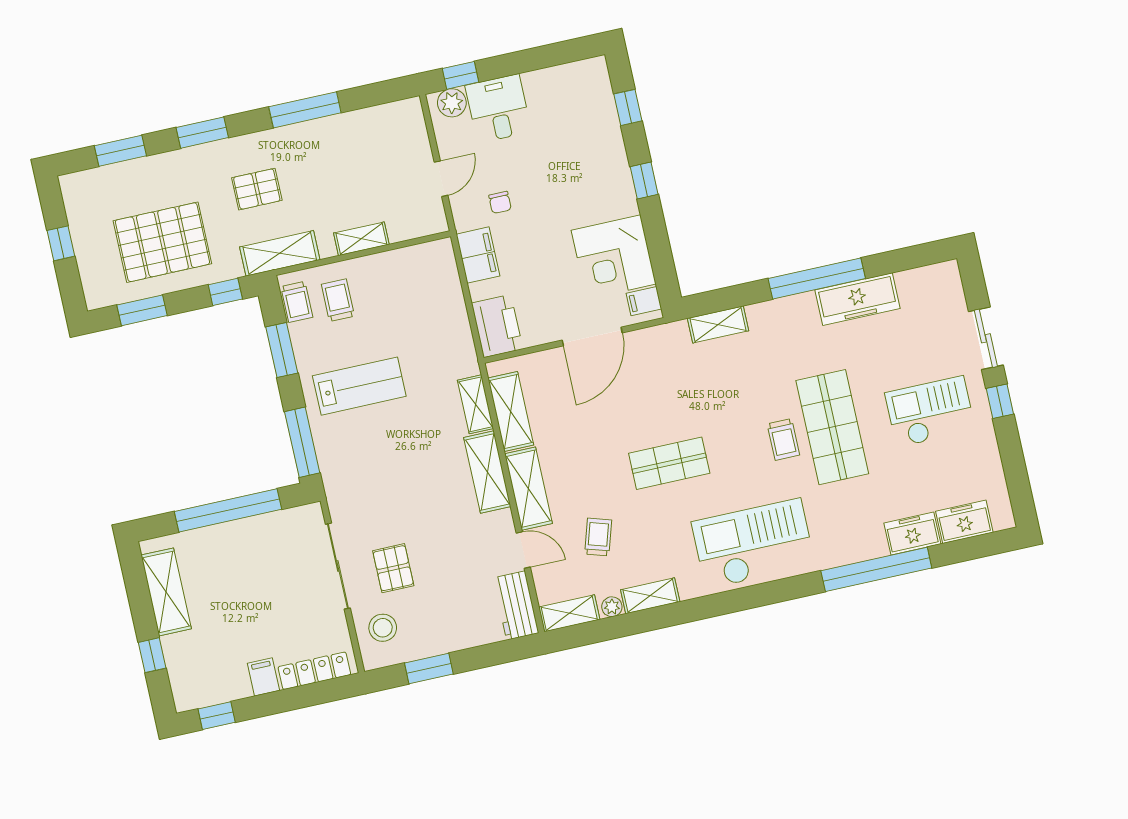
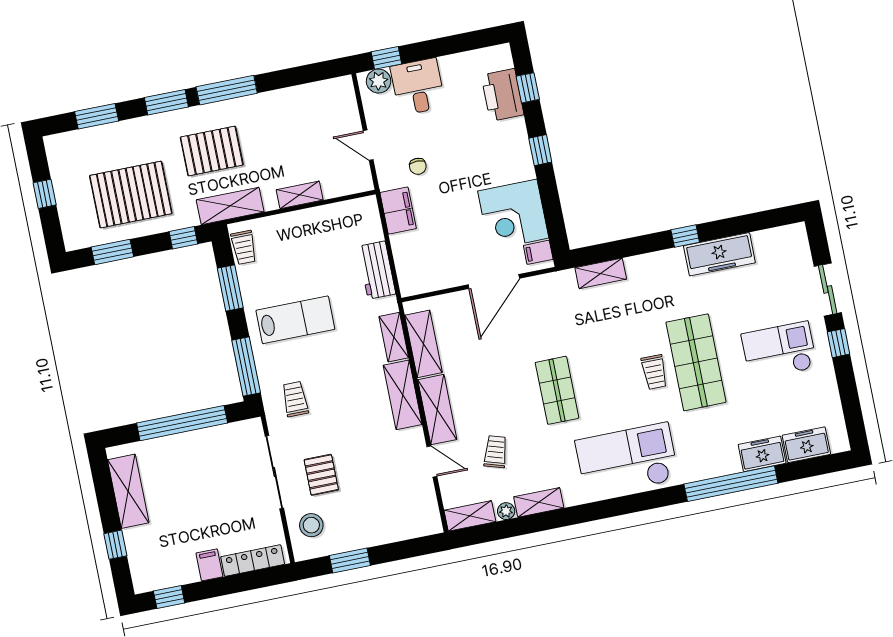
window: (305, 110) -> (227, 90), moved
door: (441, 179) -> (368, 145), swing flipped
pallet: (257, 189) -> (212, 151), width x1.50, depth x1.42
window: (817, 278) -> (685, 236), width x0.32
trolley: (338, 300) -> (295, 399), moved
printer: (497, 326) -> (502, 95), moved, turned 180
shop shelf: (669, 463) -> (557, 390), turned 90
workbench: (516, 605) -> (377, 270), moved

